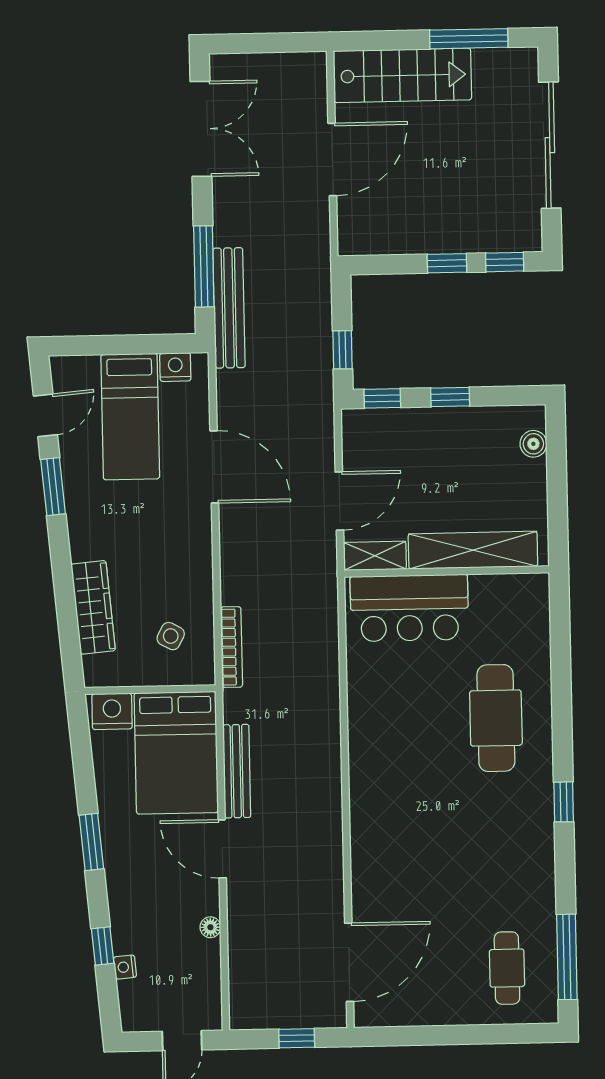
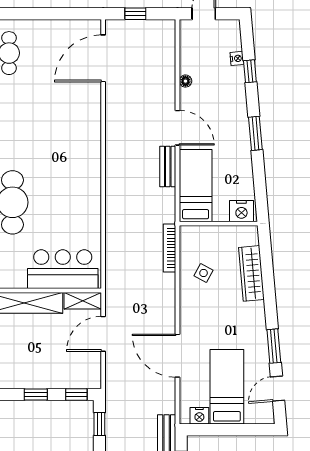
side table: (171, 636) -> (204, 273), moved
bed: (176, 753) -> (196, 186), width x0.67
bench: (237, 771) -> (168, 166), width x0.73

